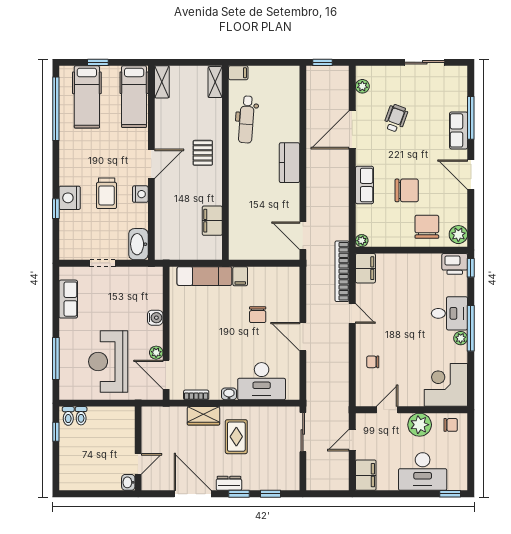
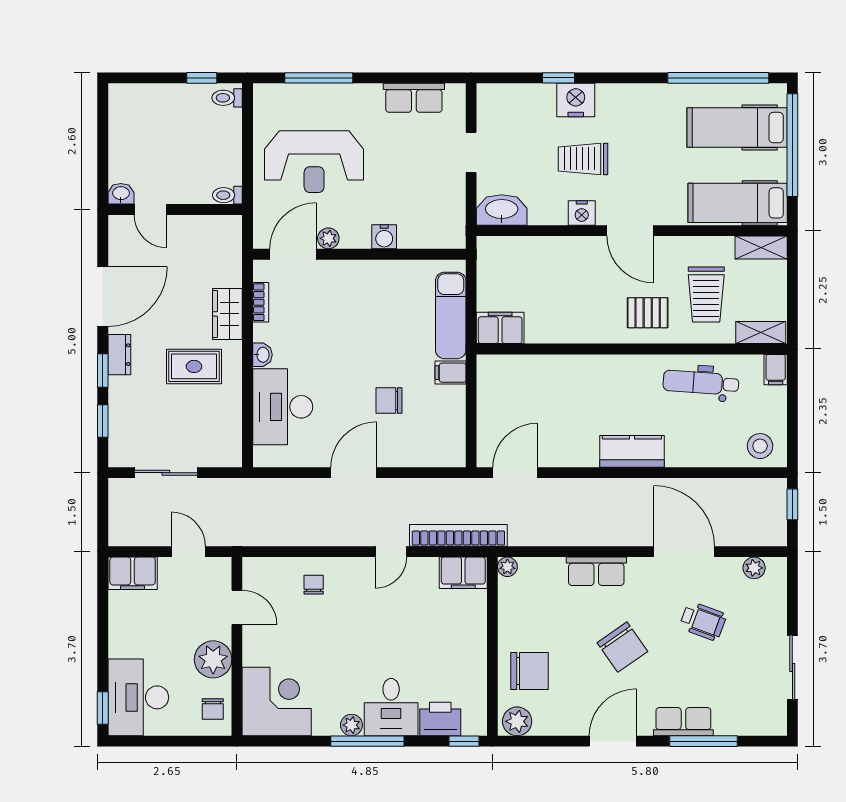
window: (98, 62) -> (792, 145), width x3.17
stool: (286, 83) -> (760, 446), added
trolley: (191, 116) -> (706, 295), added
chair: (407, 190) -> (622, 647), moved, turned -35
filing cabinet: (212, 221) -> (500, 328), moved
printer: (455, 264) -> (440, 719), moved, turned 90
reception desk: (108, 362) -> (314, 162), turned 180
toilet: (81, 416) -> (227, 195), moved
sliding door: (303, 432) -> (166, 473), moved
desk: (423, 472) -> (138, 697), moved

